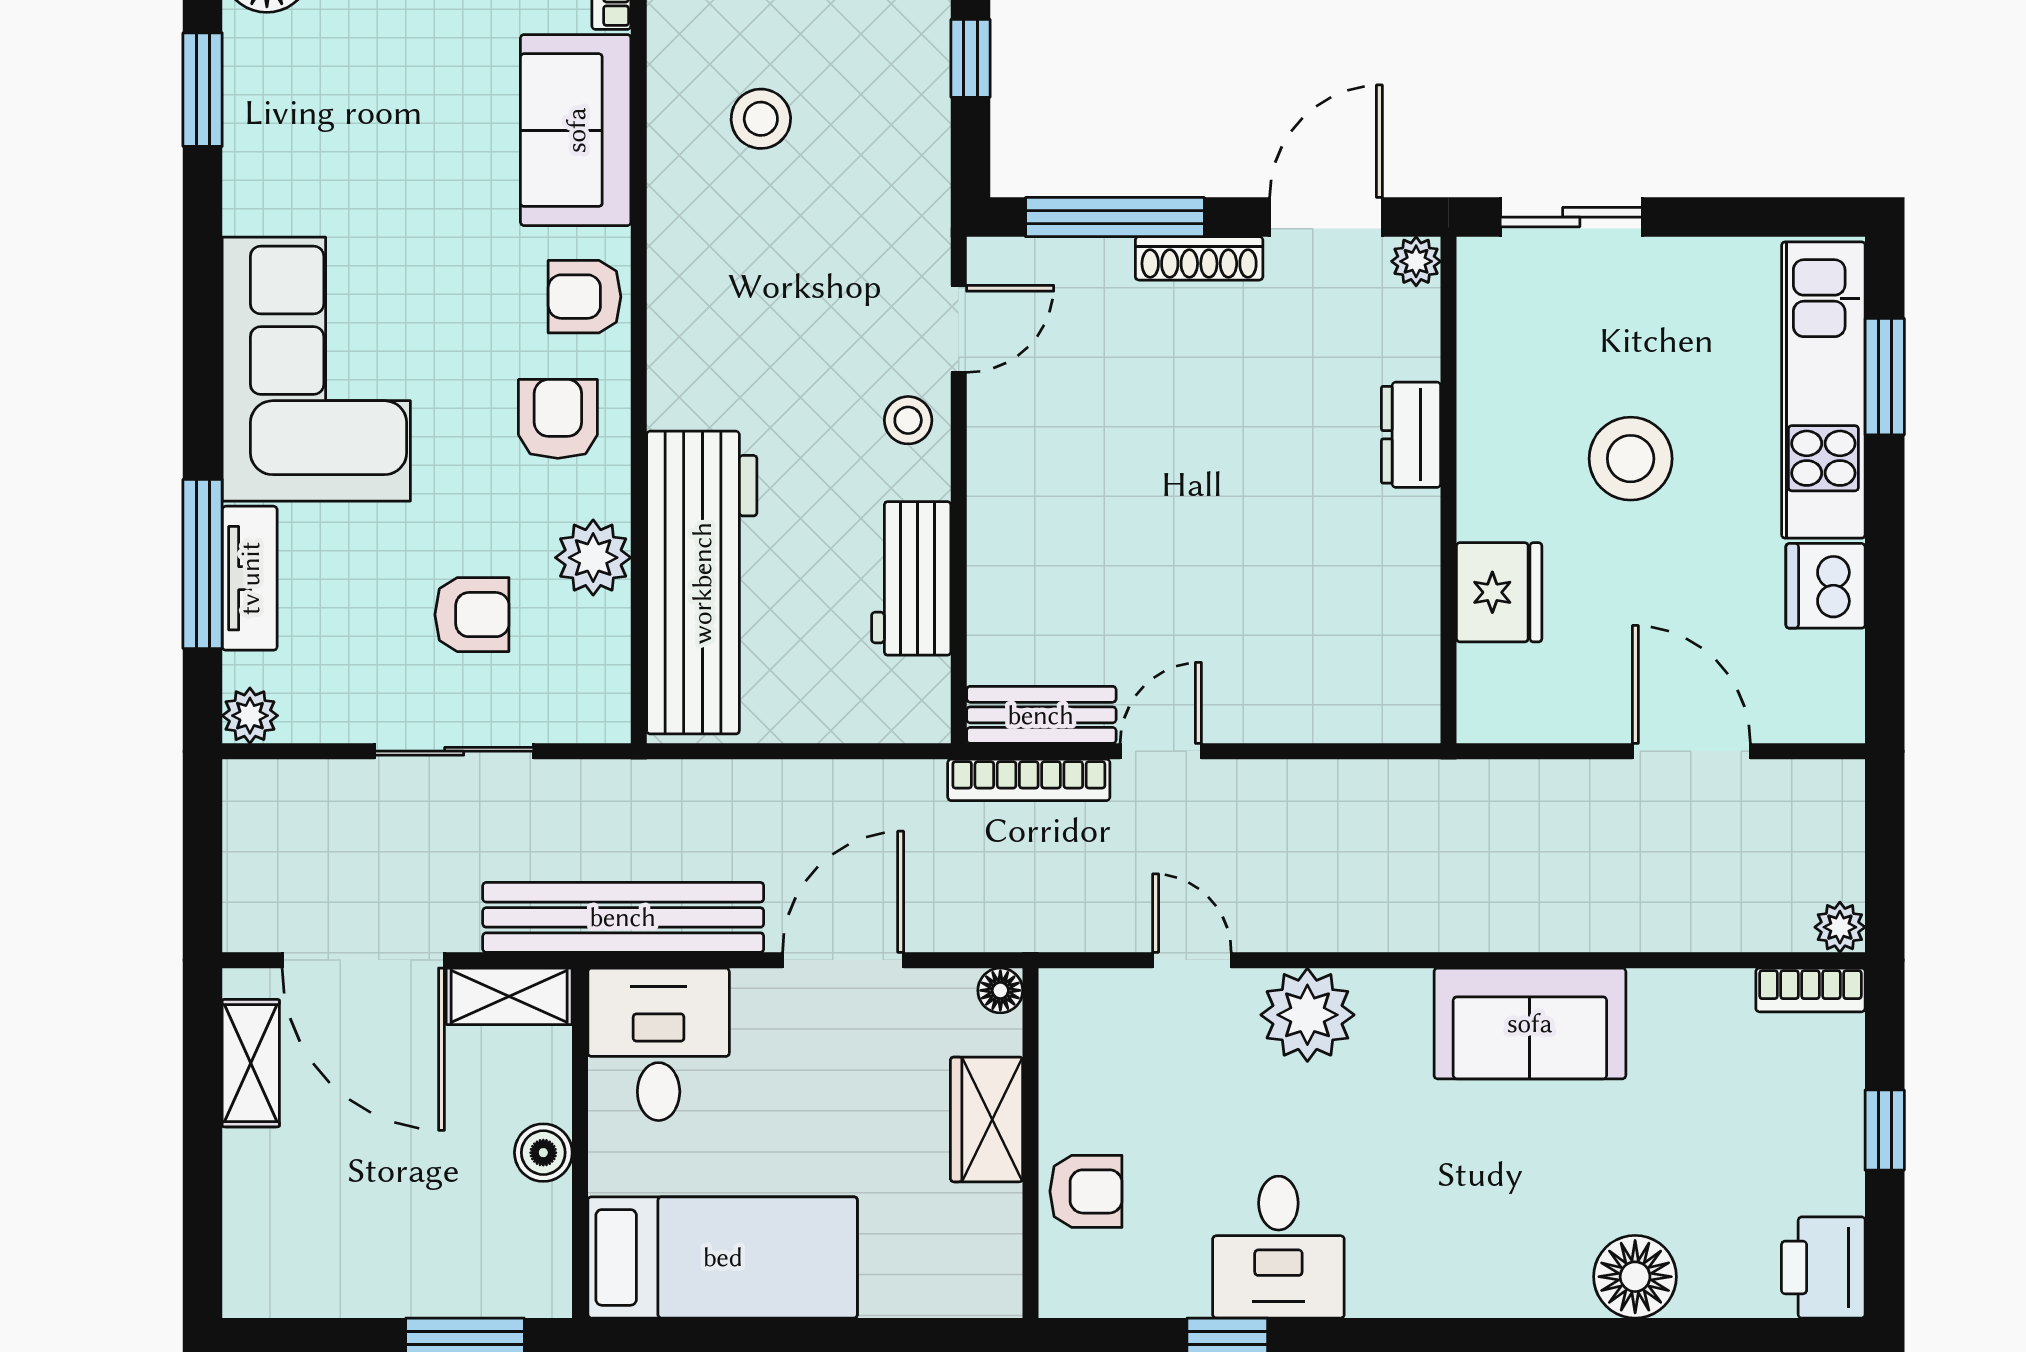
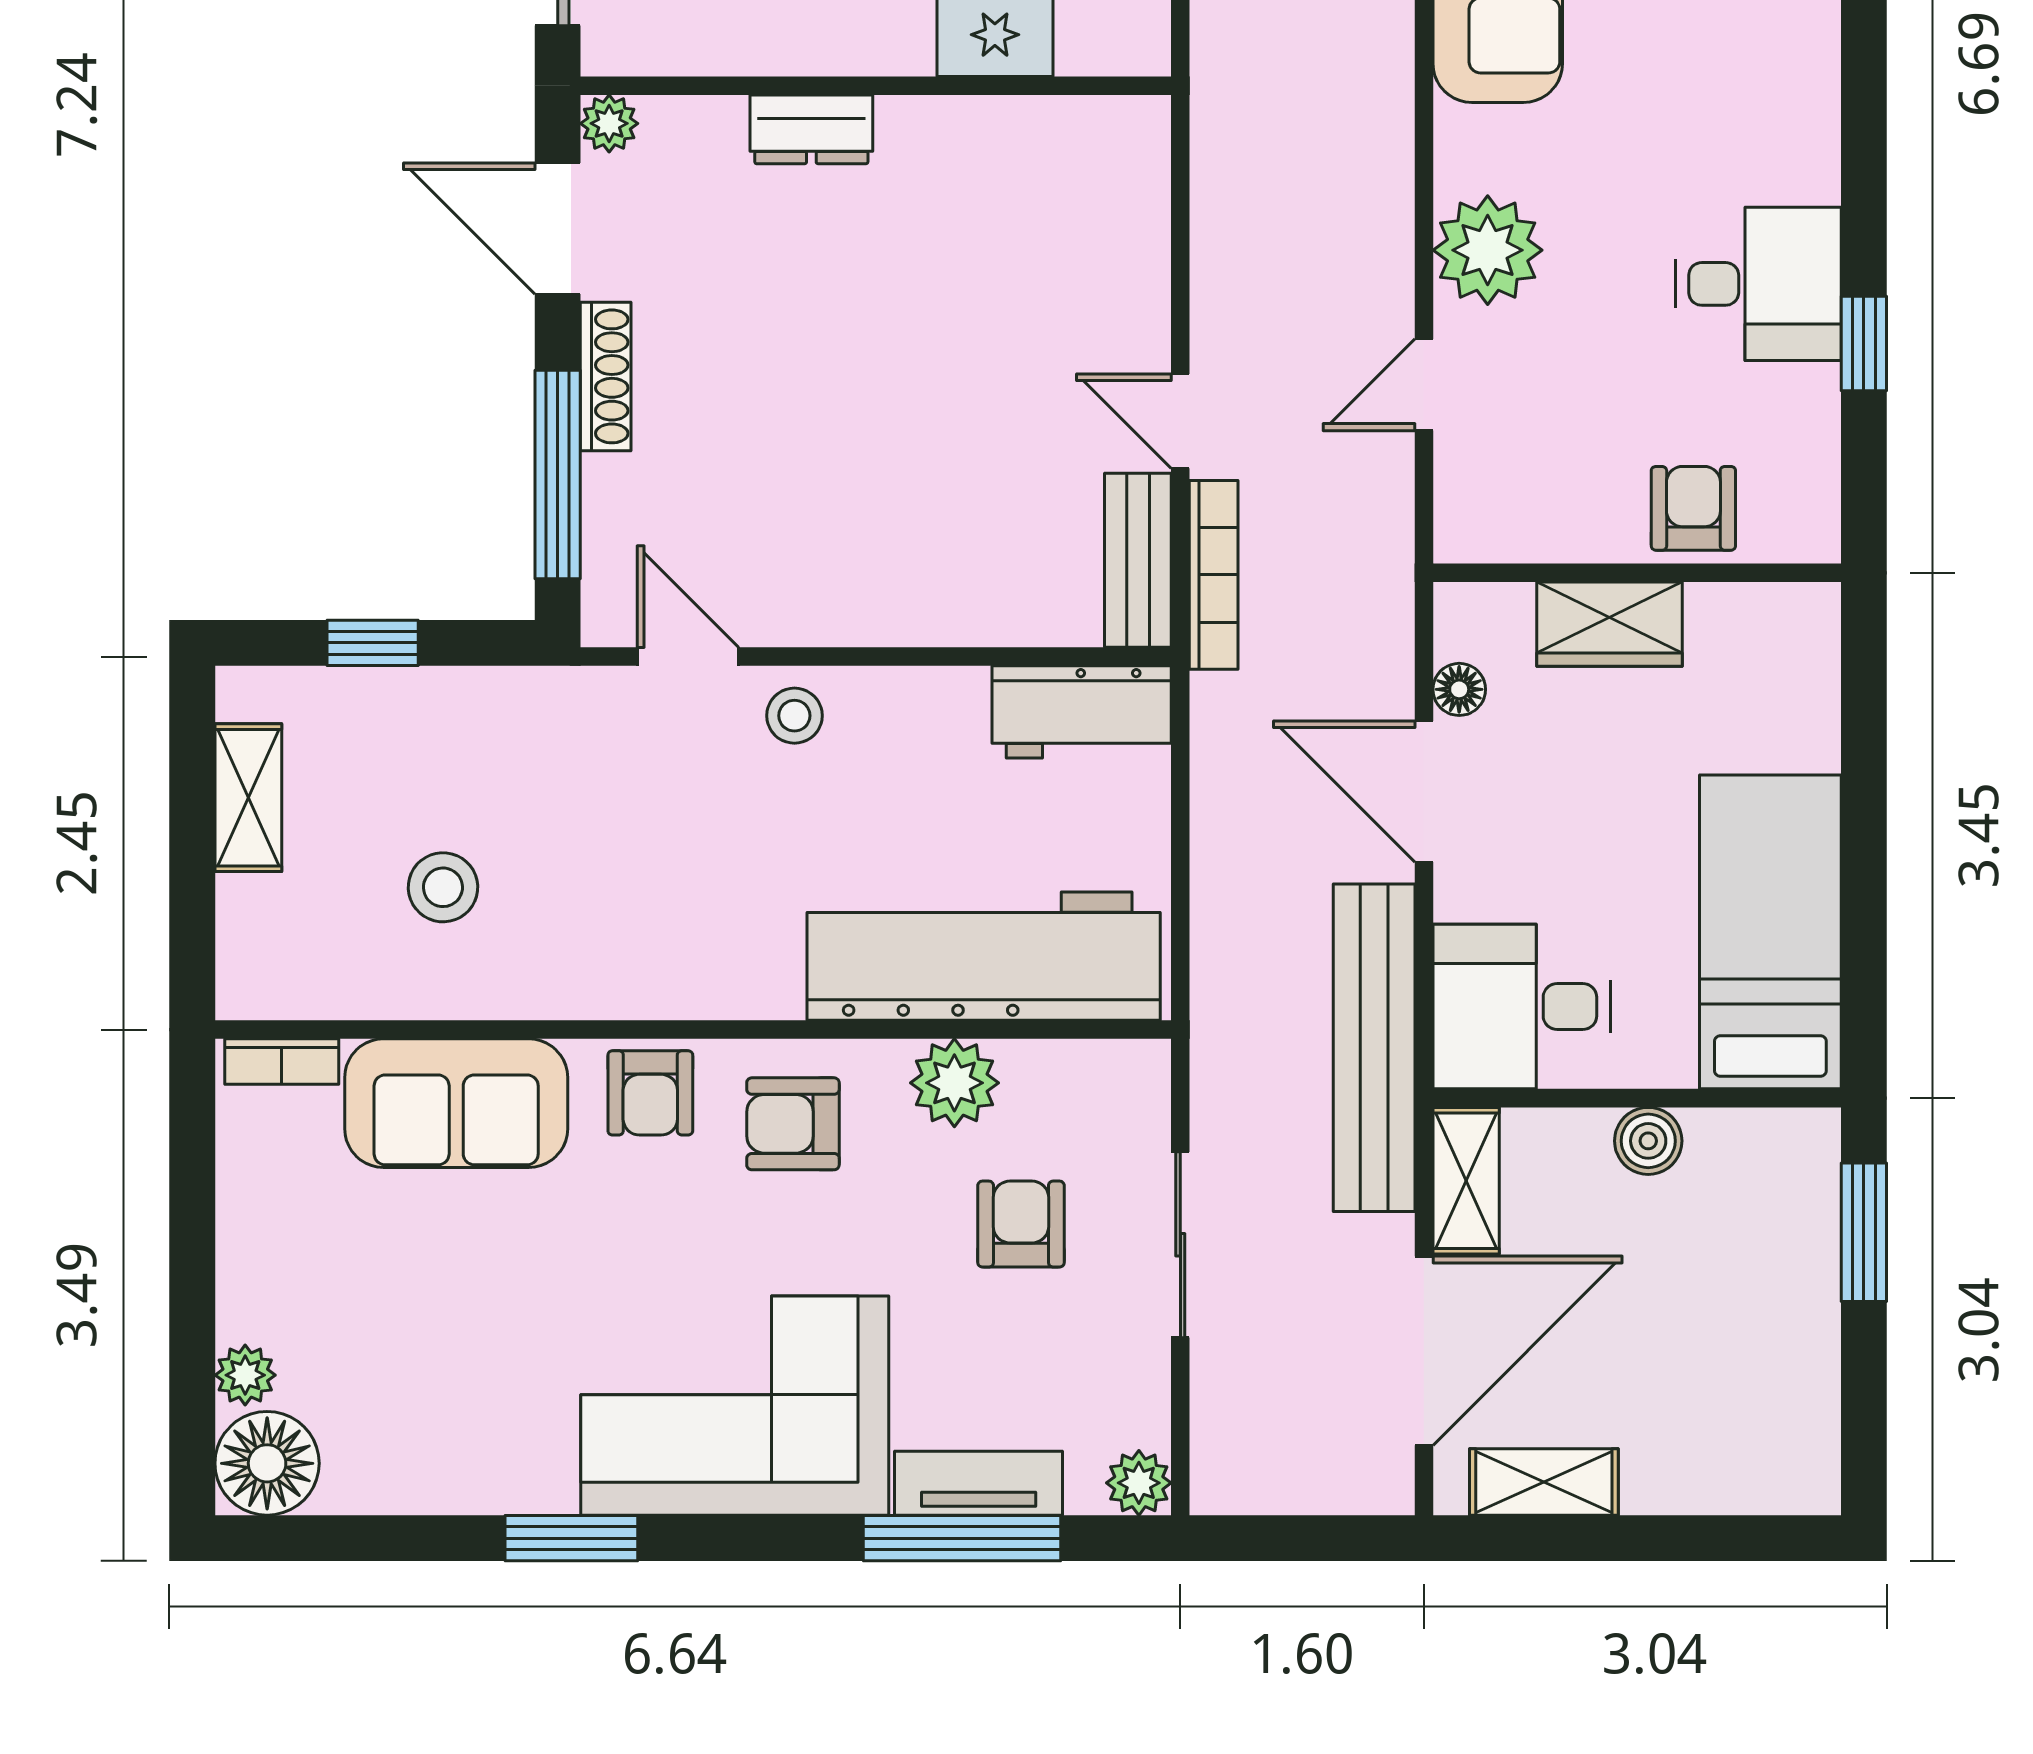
window: (203, 90) -> (571, 1538), moved
workbench: (911, 578) -> (1082, 712), moved
floor lamp: (1000, 990) -> (1459, 689), moved

